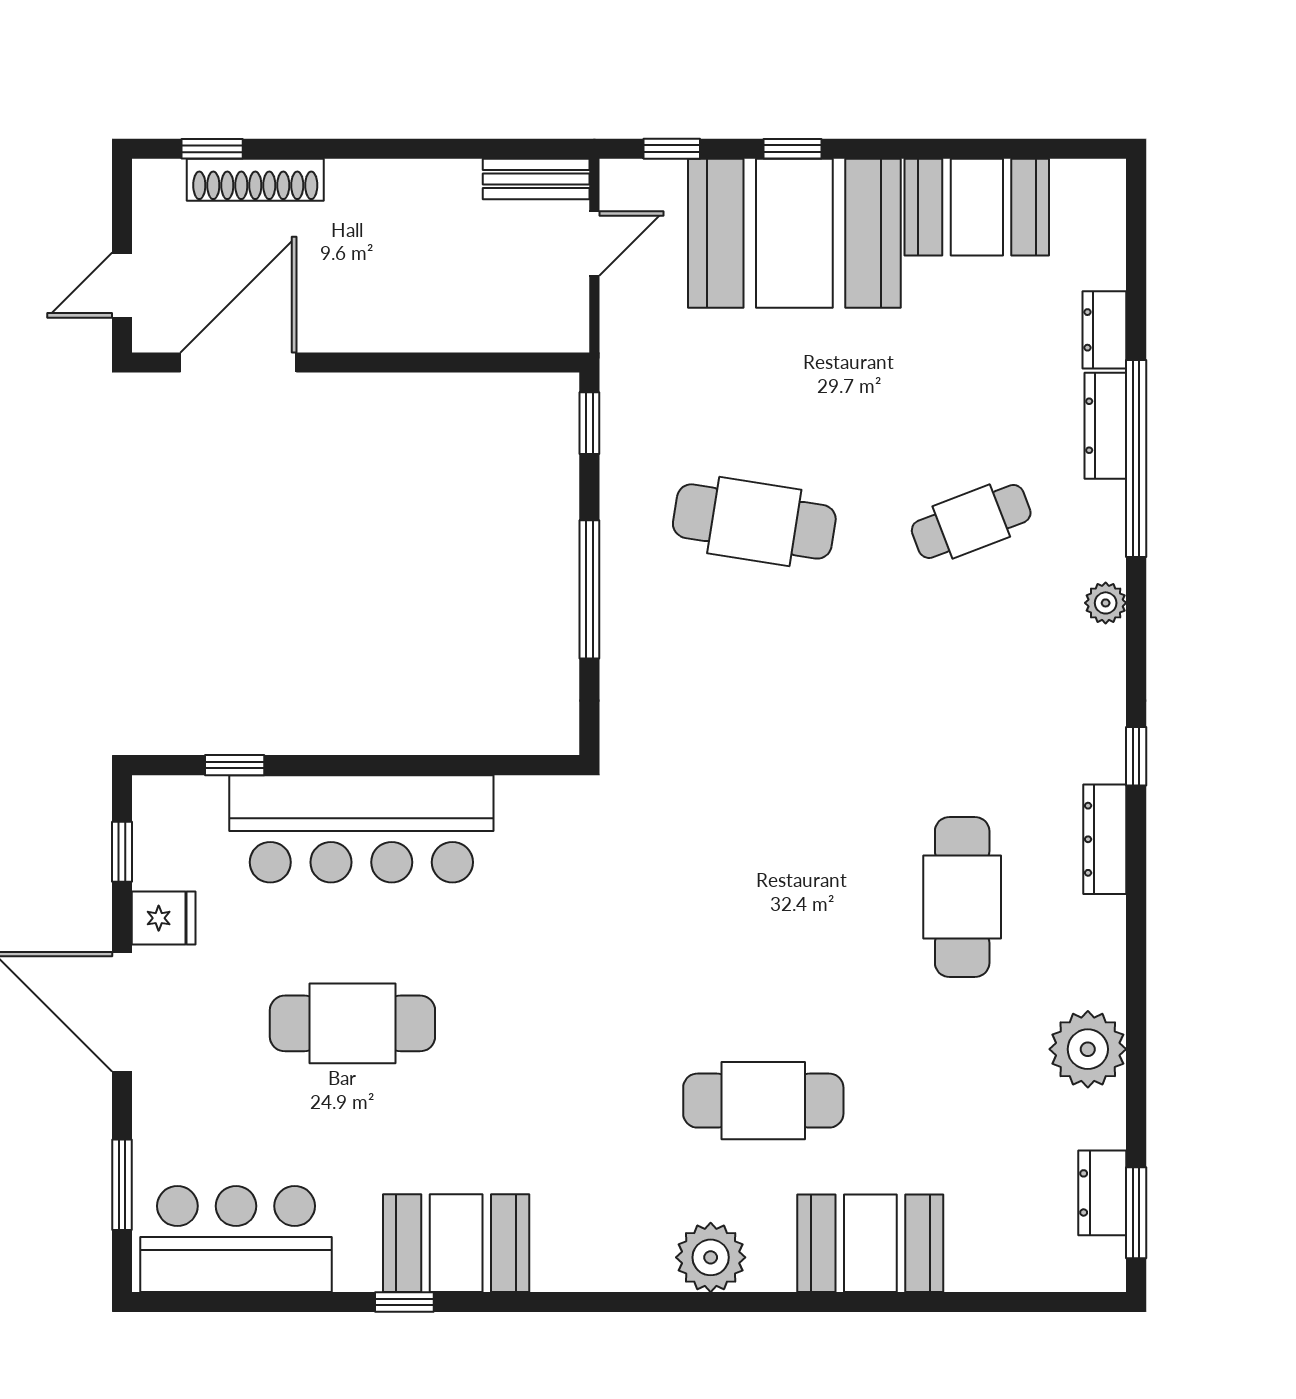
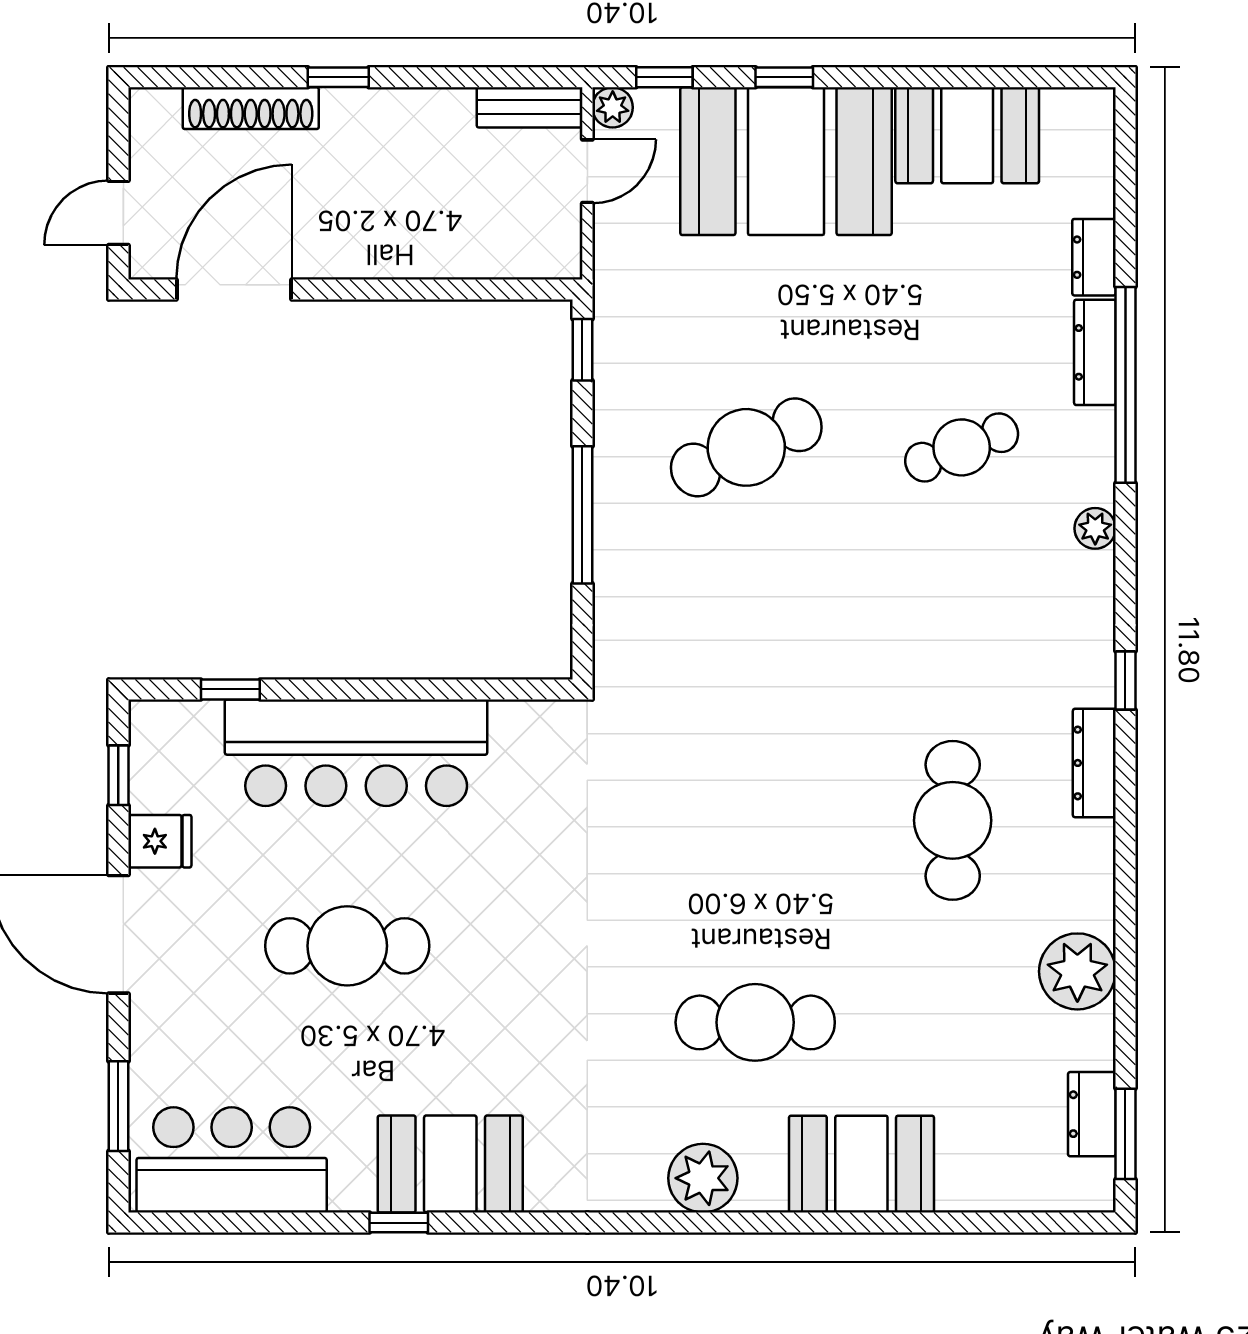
window: (212, 149) -> (338, 77), moved
plant: (620, 179) -> (613, 107), added
cafe table: (754, 521) -> (746, 447), turned -33

